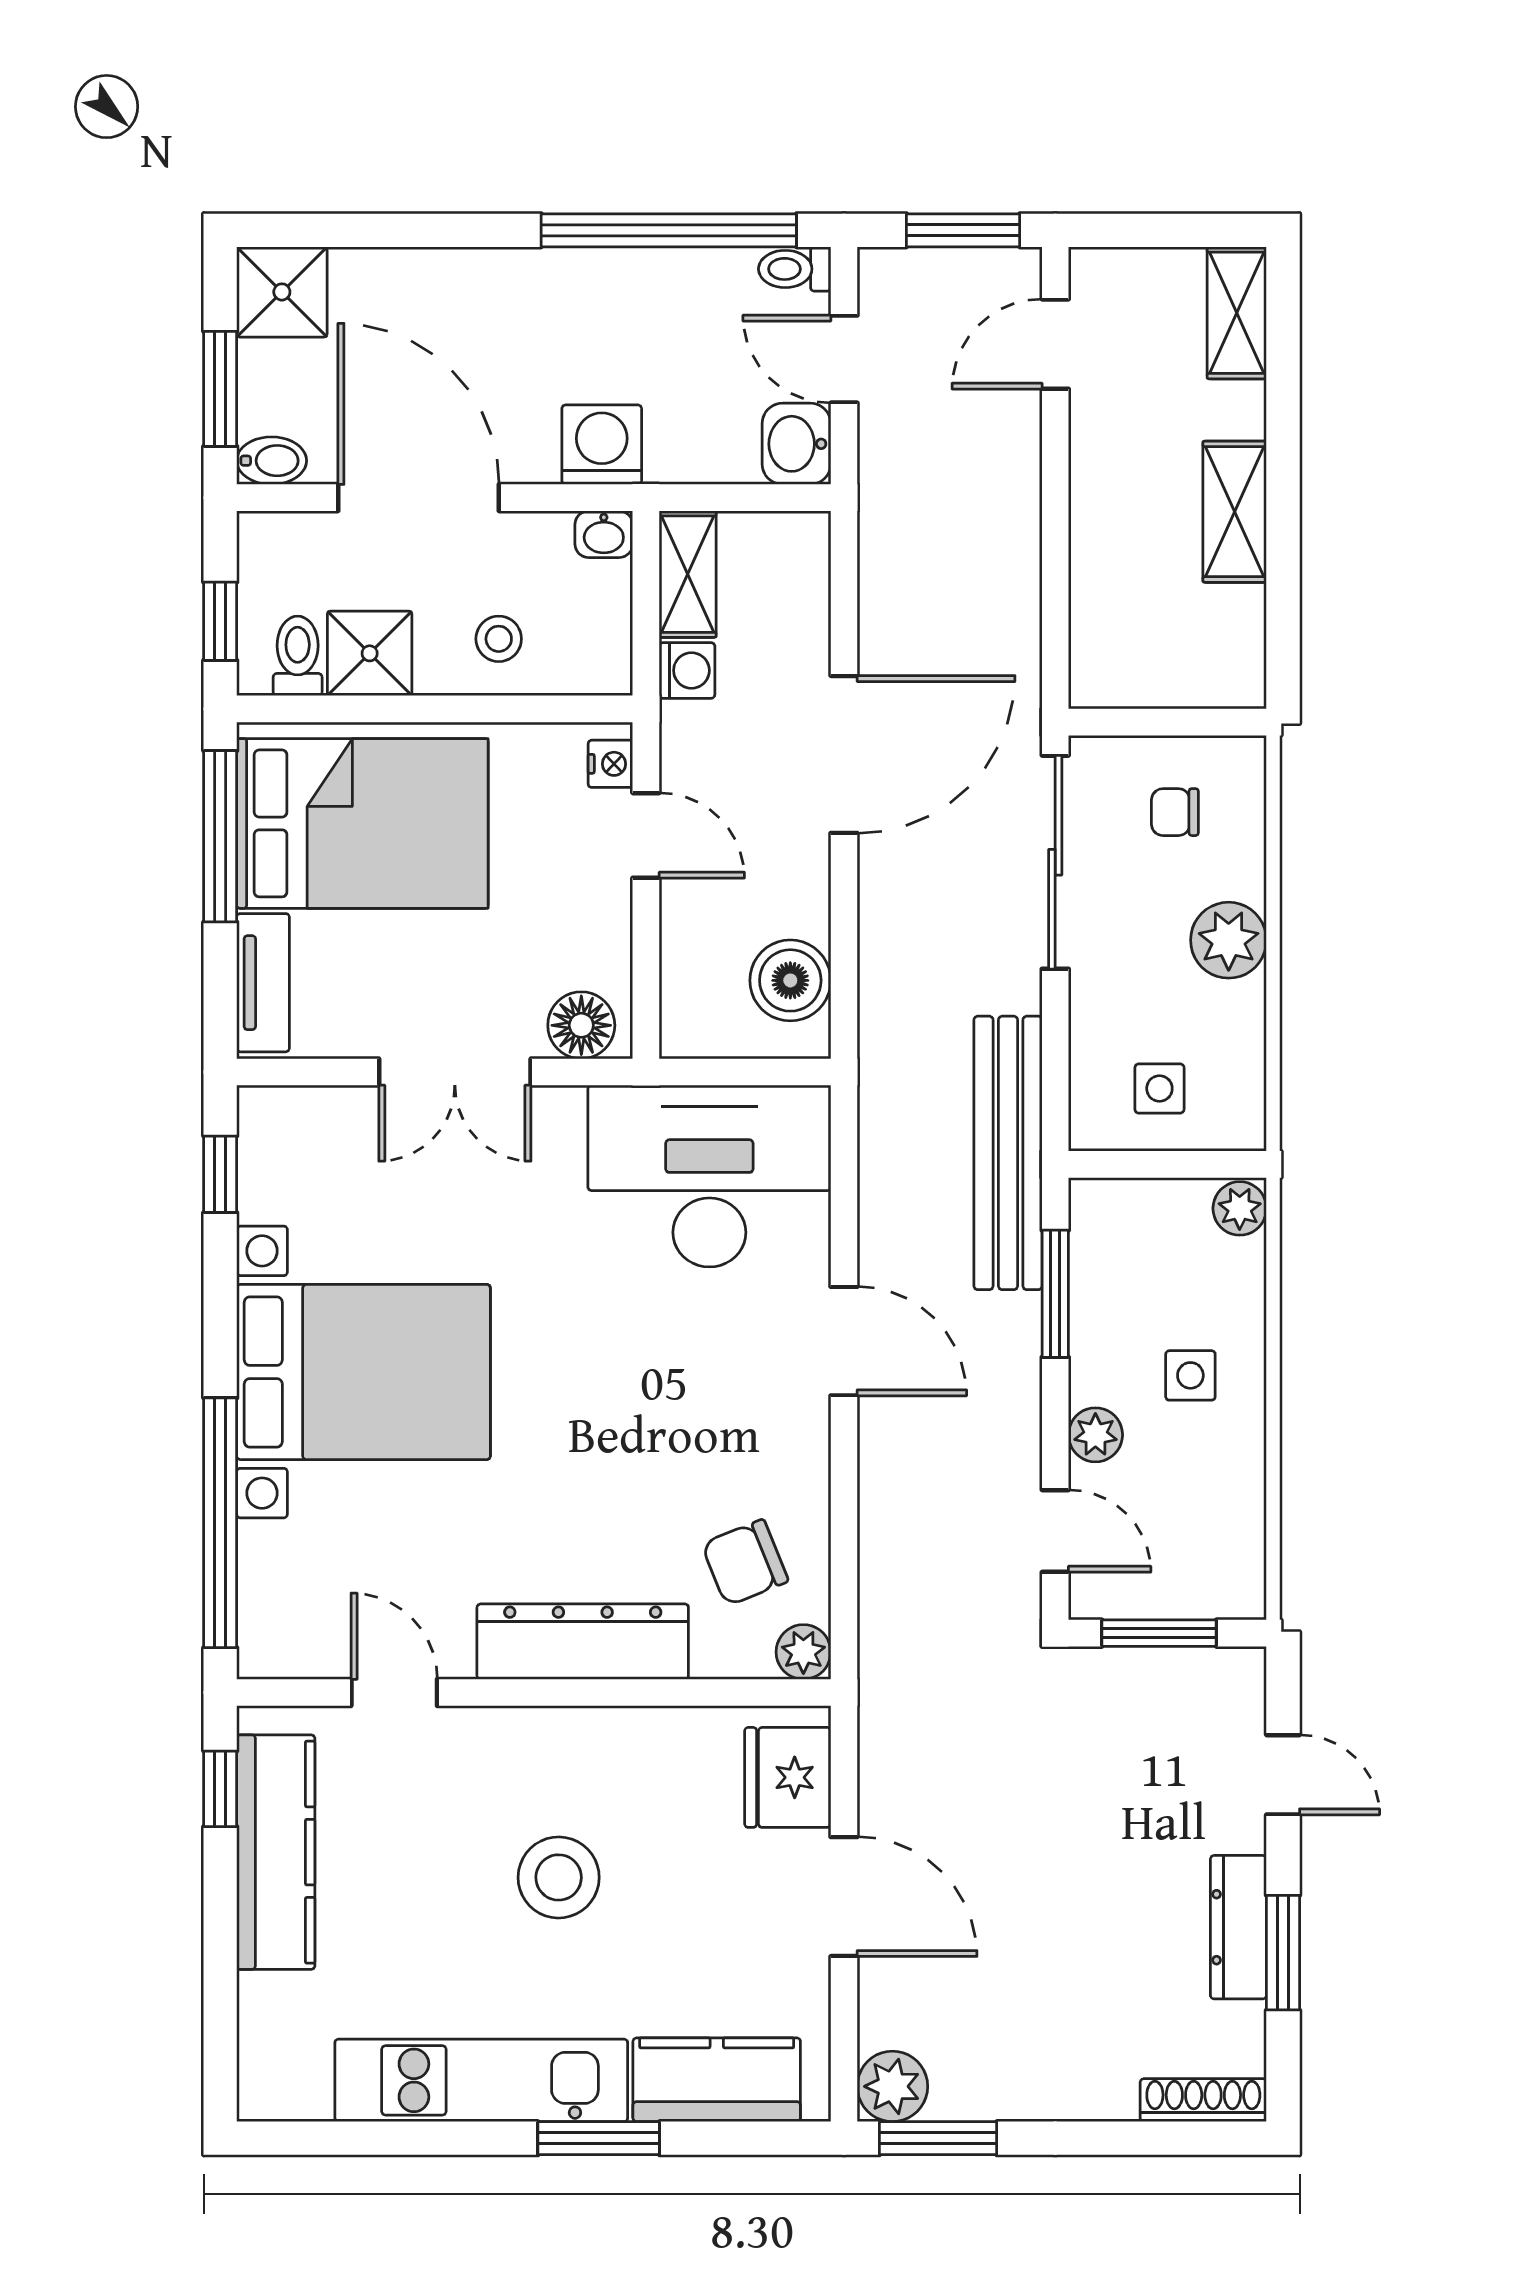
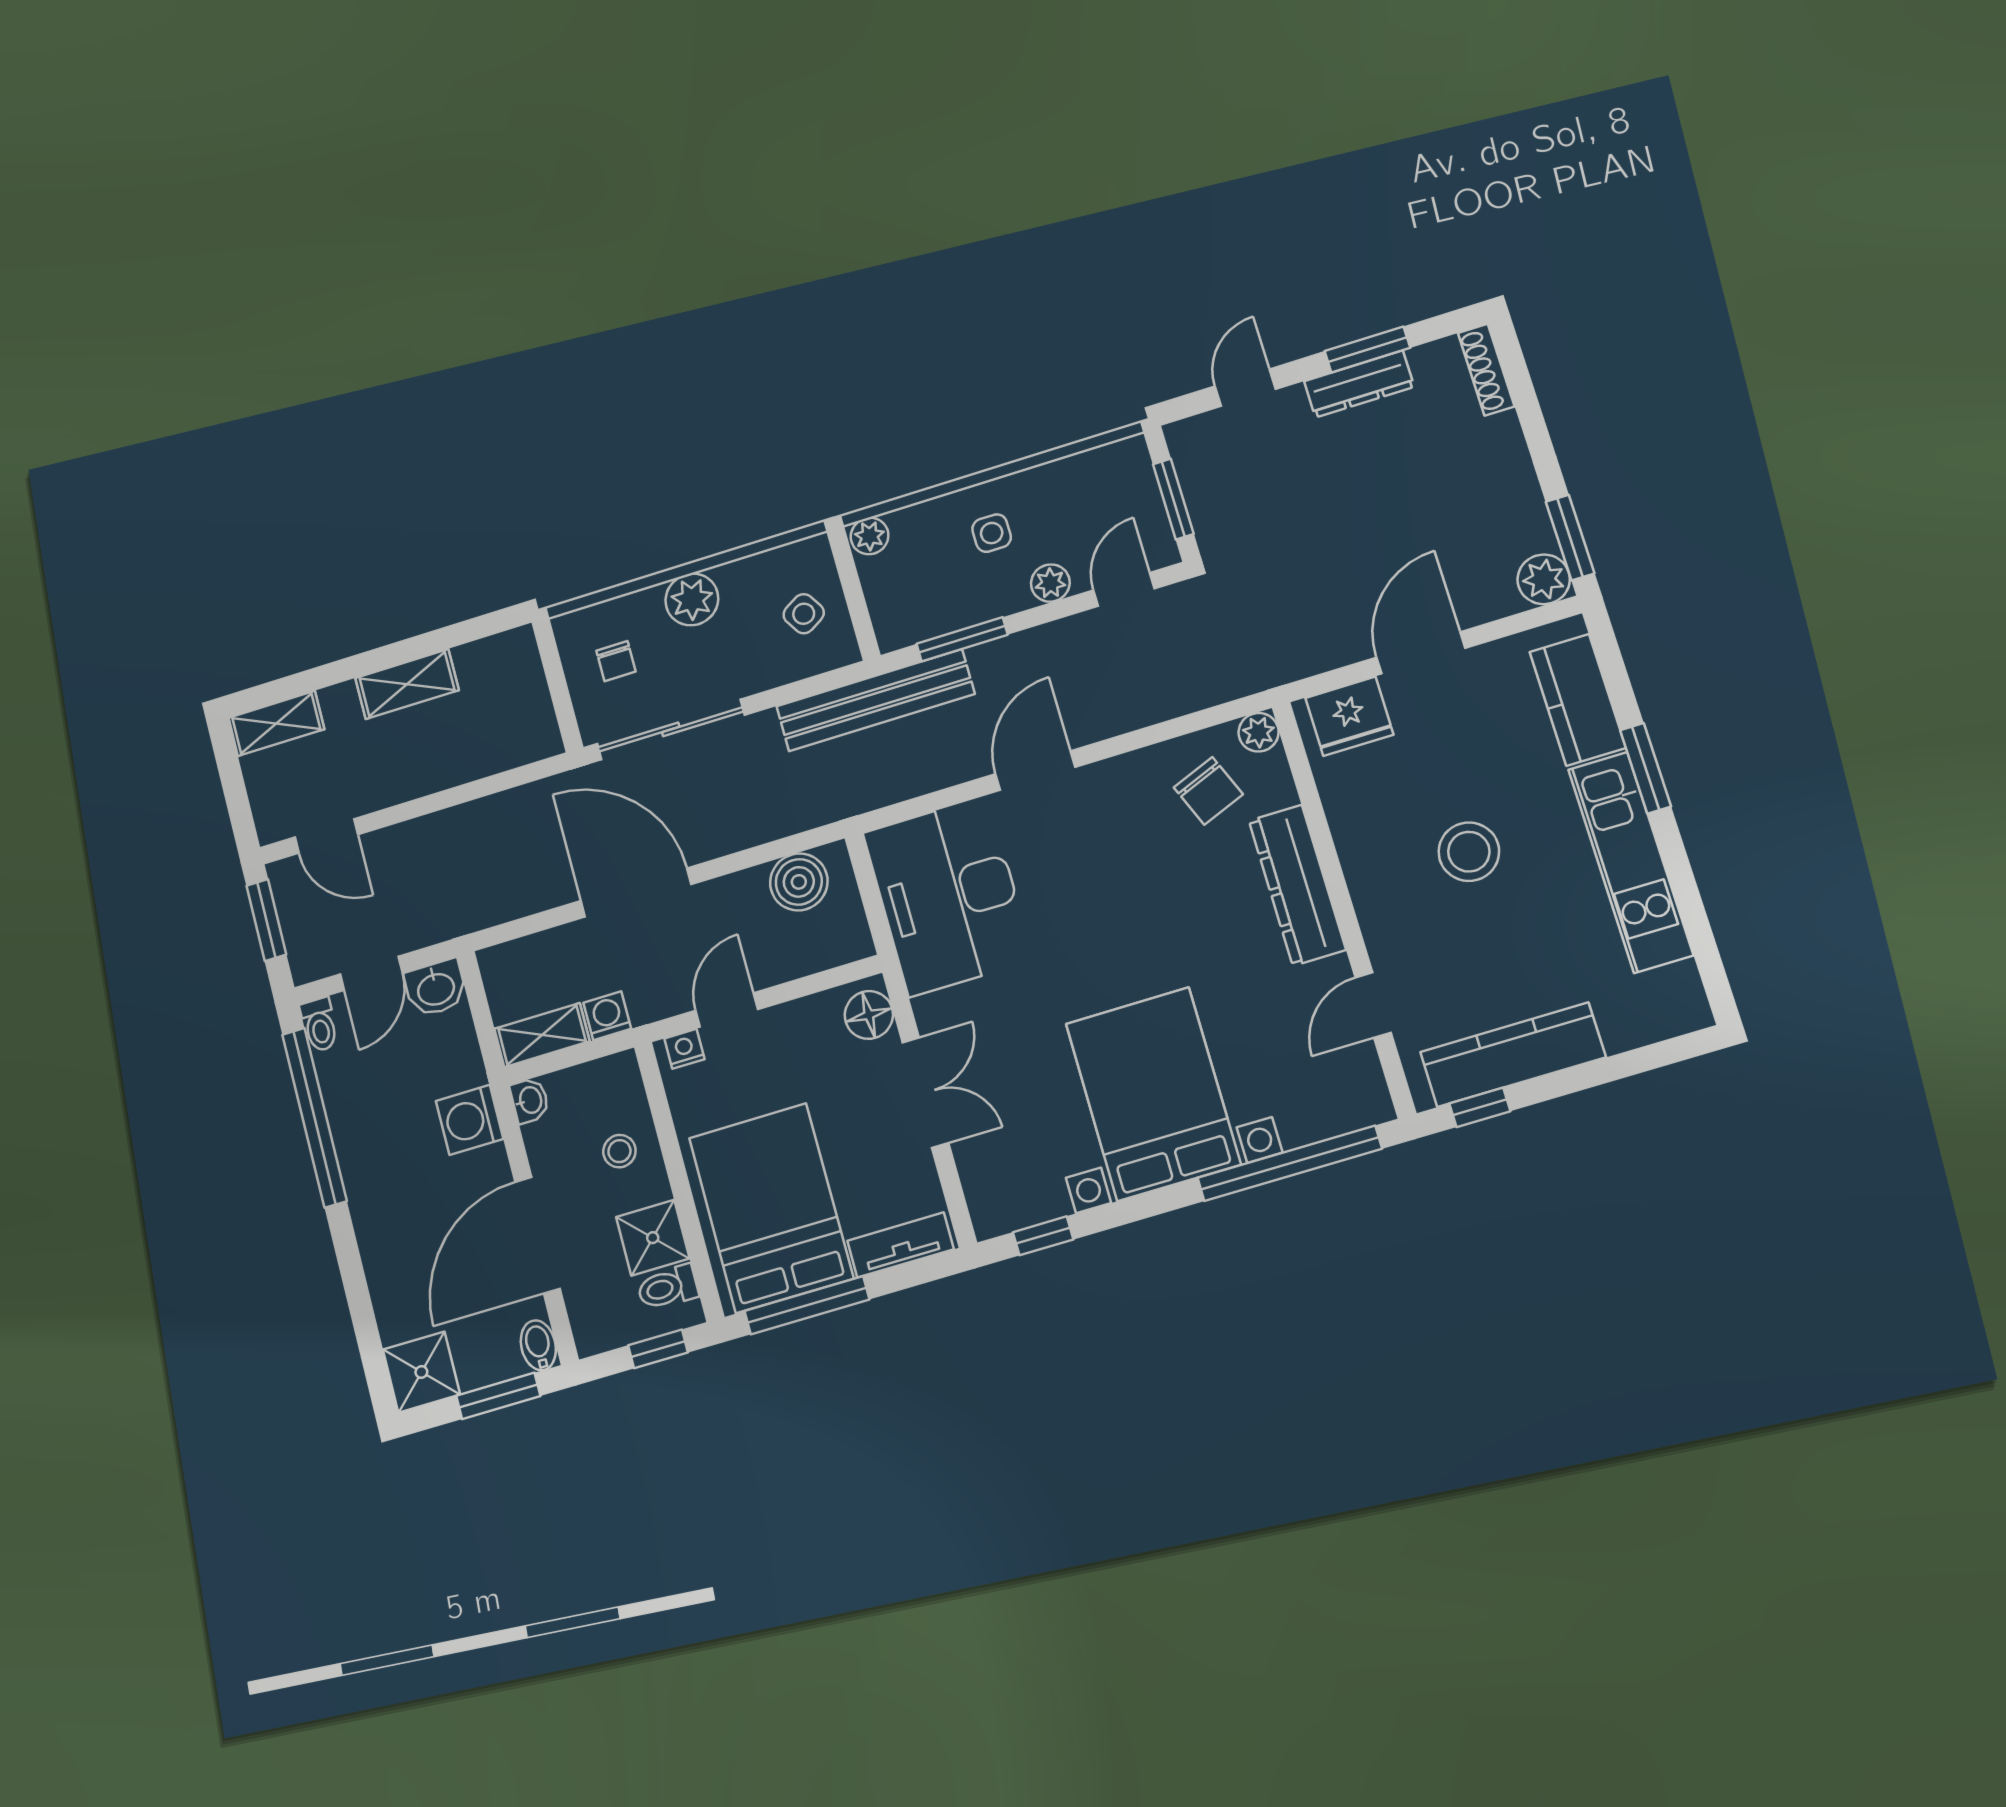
side table: (1159, 1088) -> (804, 614), turned -32

